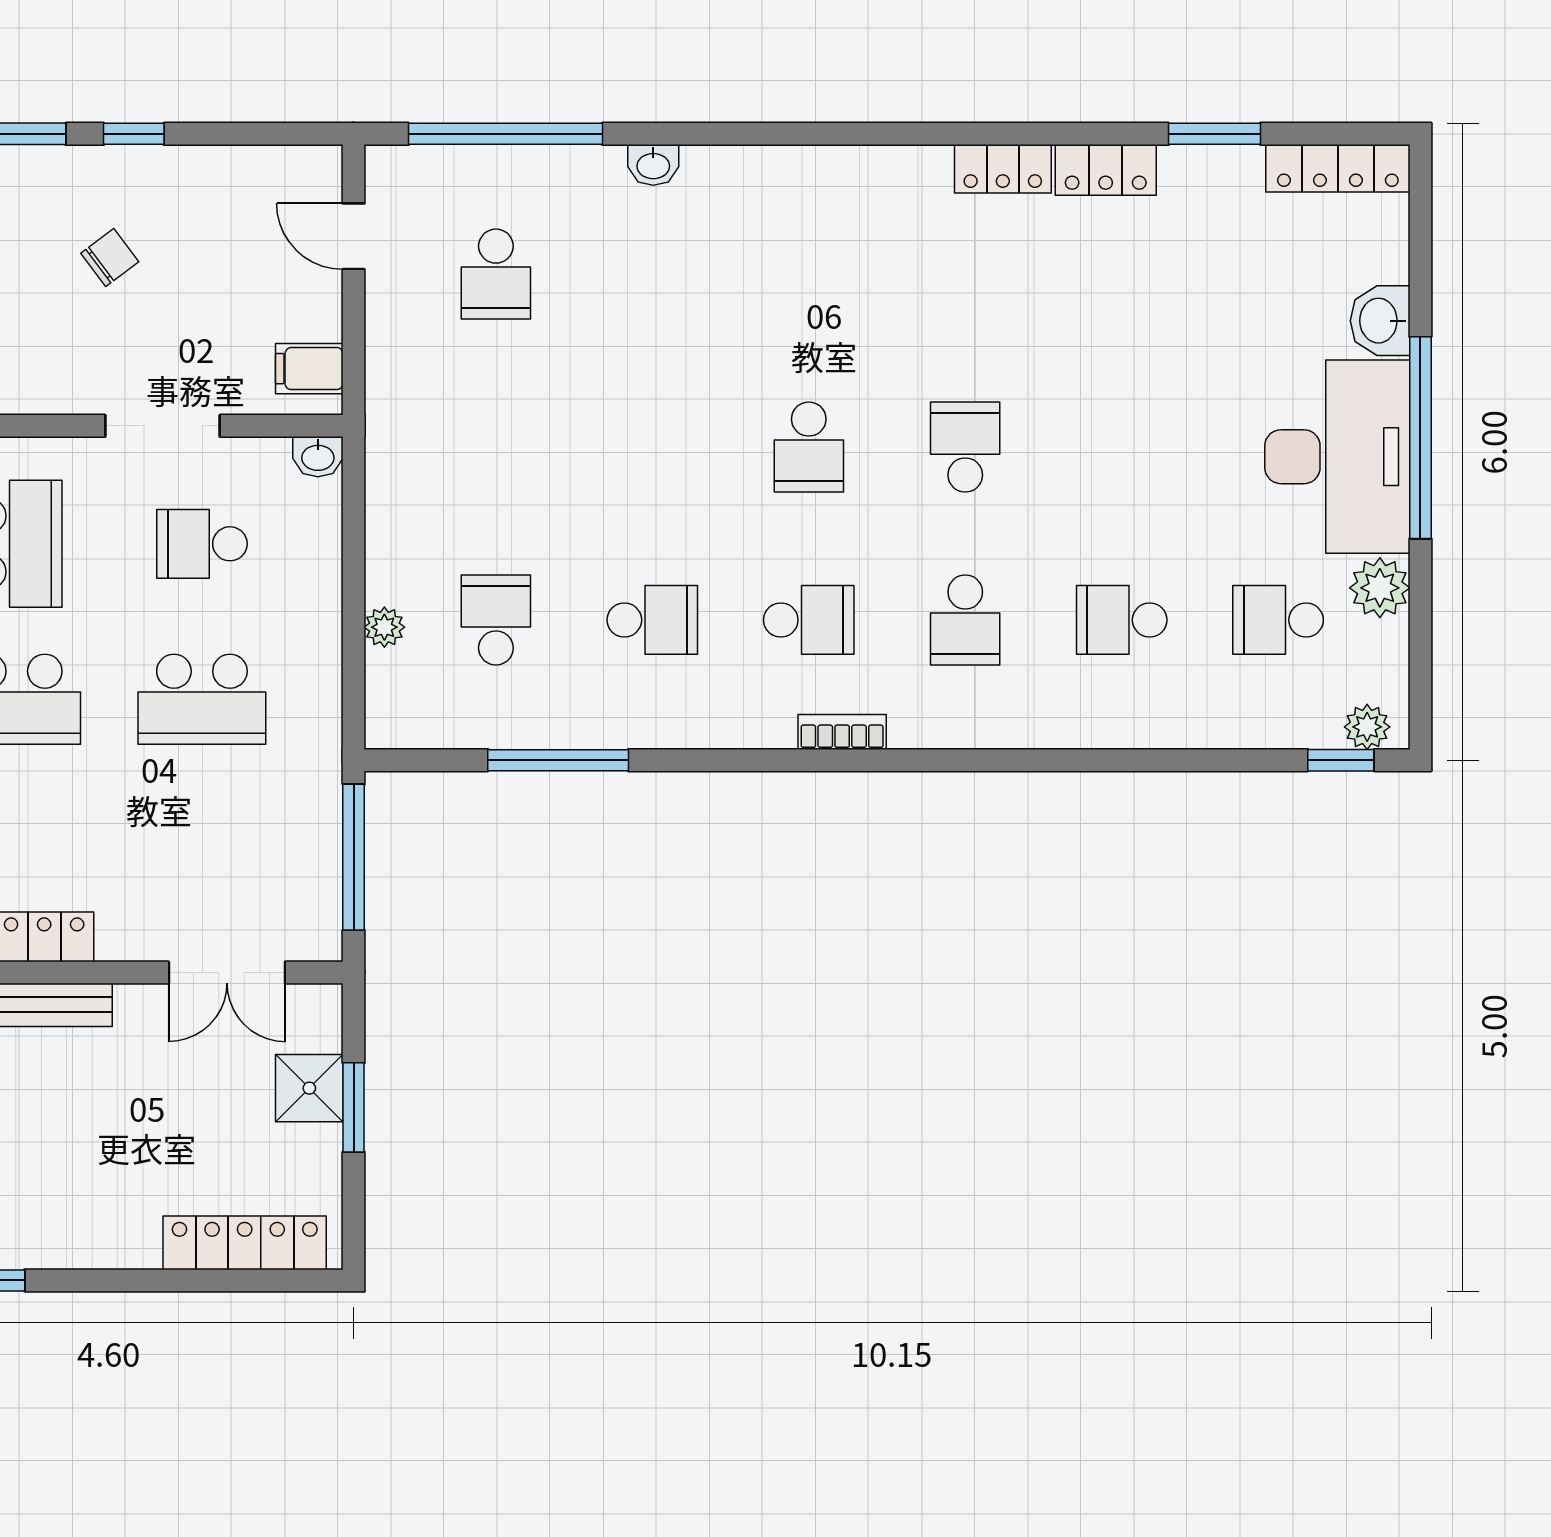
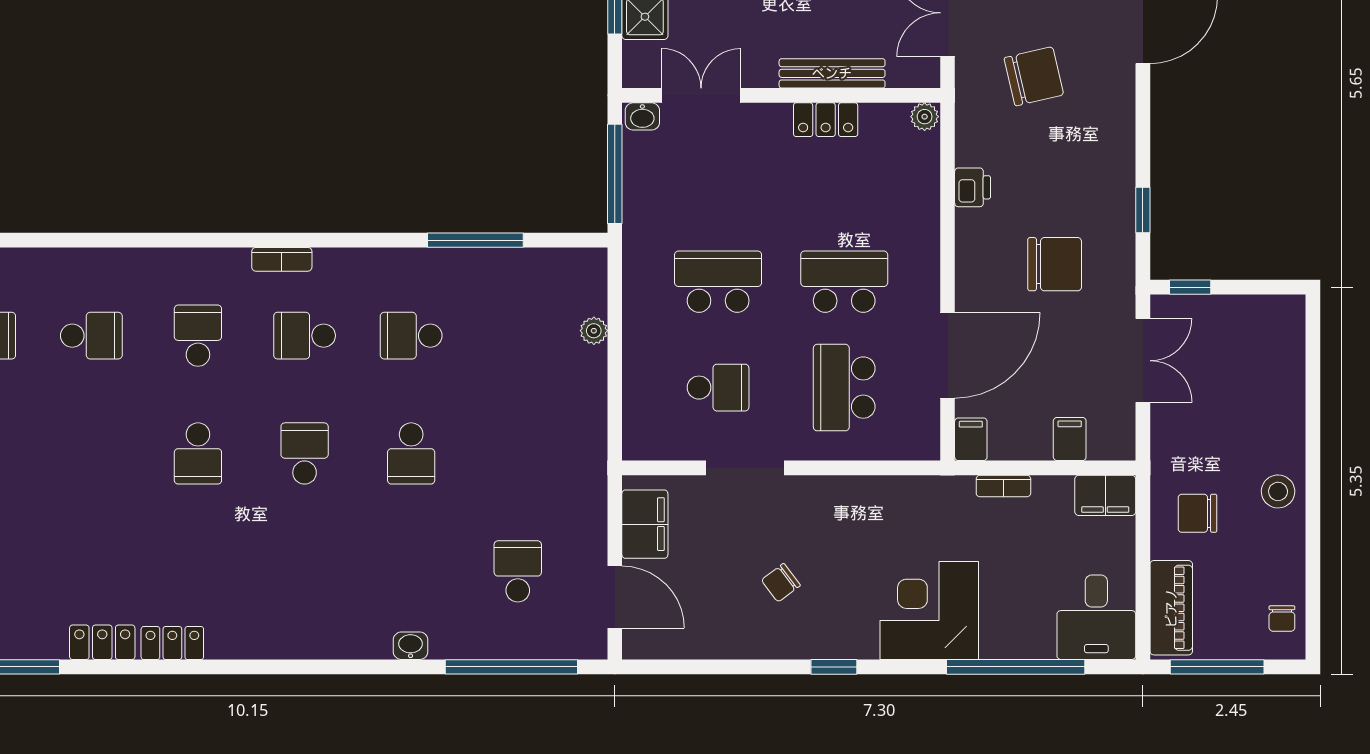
window: (134, 134) -> (764, 667), removed
door: (354, 236) -> (615, 597), width x1.38
filing cabinet: (309, 369) -> (645, 524), width x2.00
washbasin: (318, 457) -> (642, 116), moved, turned 180
school desk: (496, 620) -> (411, 453), moved

